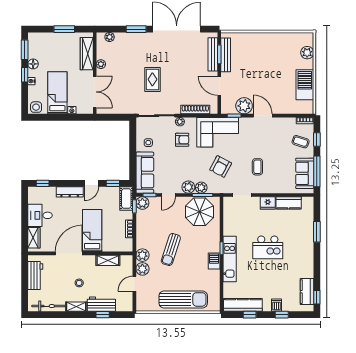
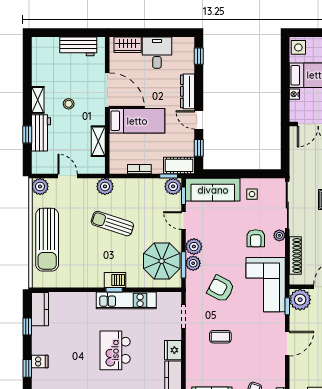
plant: (244, 106) -> (300, 300), moved
kitchen unit: (230, 259) -> (126, 300), moved
barbecue: (214, 261) -> (115, 280), moved
plant: (142, 269) -> (40, 186), moved
kitchen counter: (243, 305) -> (40, 309), width x0.67
bicycle: (48, 306) -> (38, 64), removed

